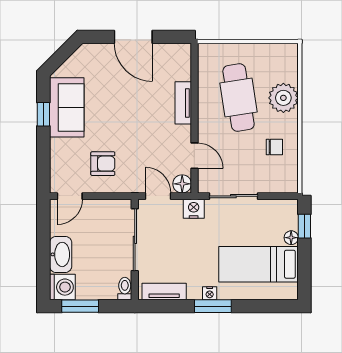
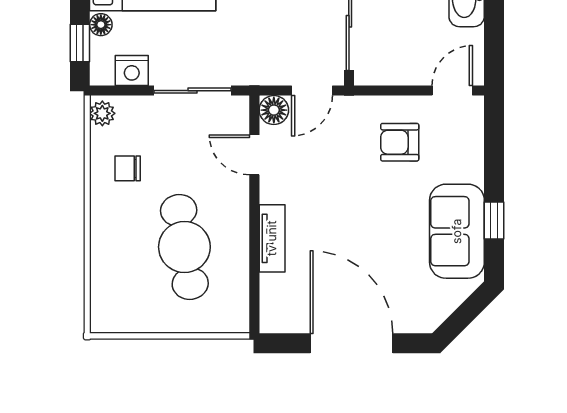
door: (133, 37) -> (352, 343), width x1.36
plant: (283, 98) -> (102, 113), moved, width x0.53, depth x0.53
door: (158, 196) -> (312, 91), hinge flipped
nightstand: (194, 209) -> (132, 71), moved

